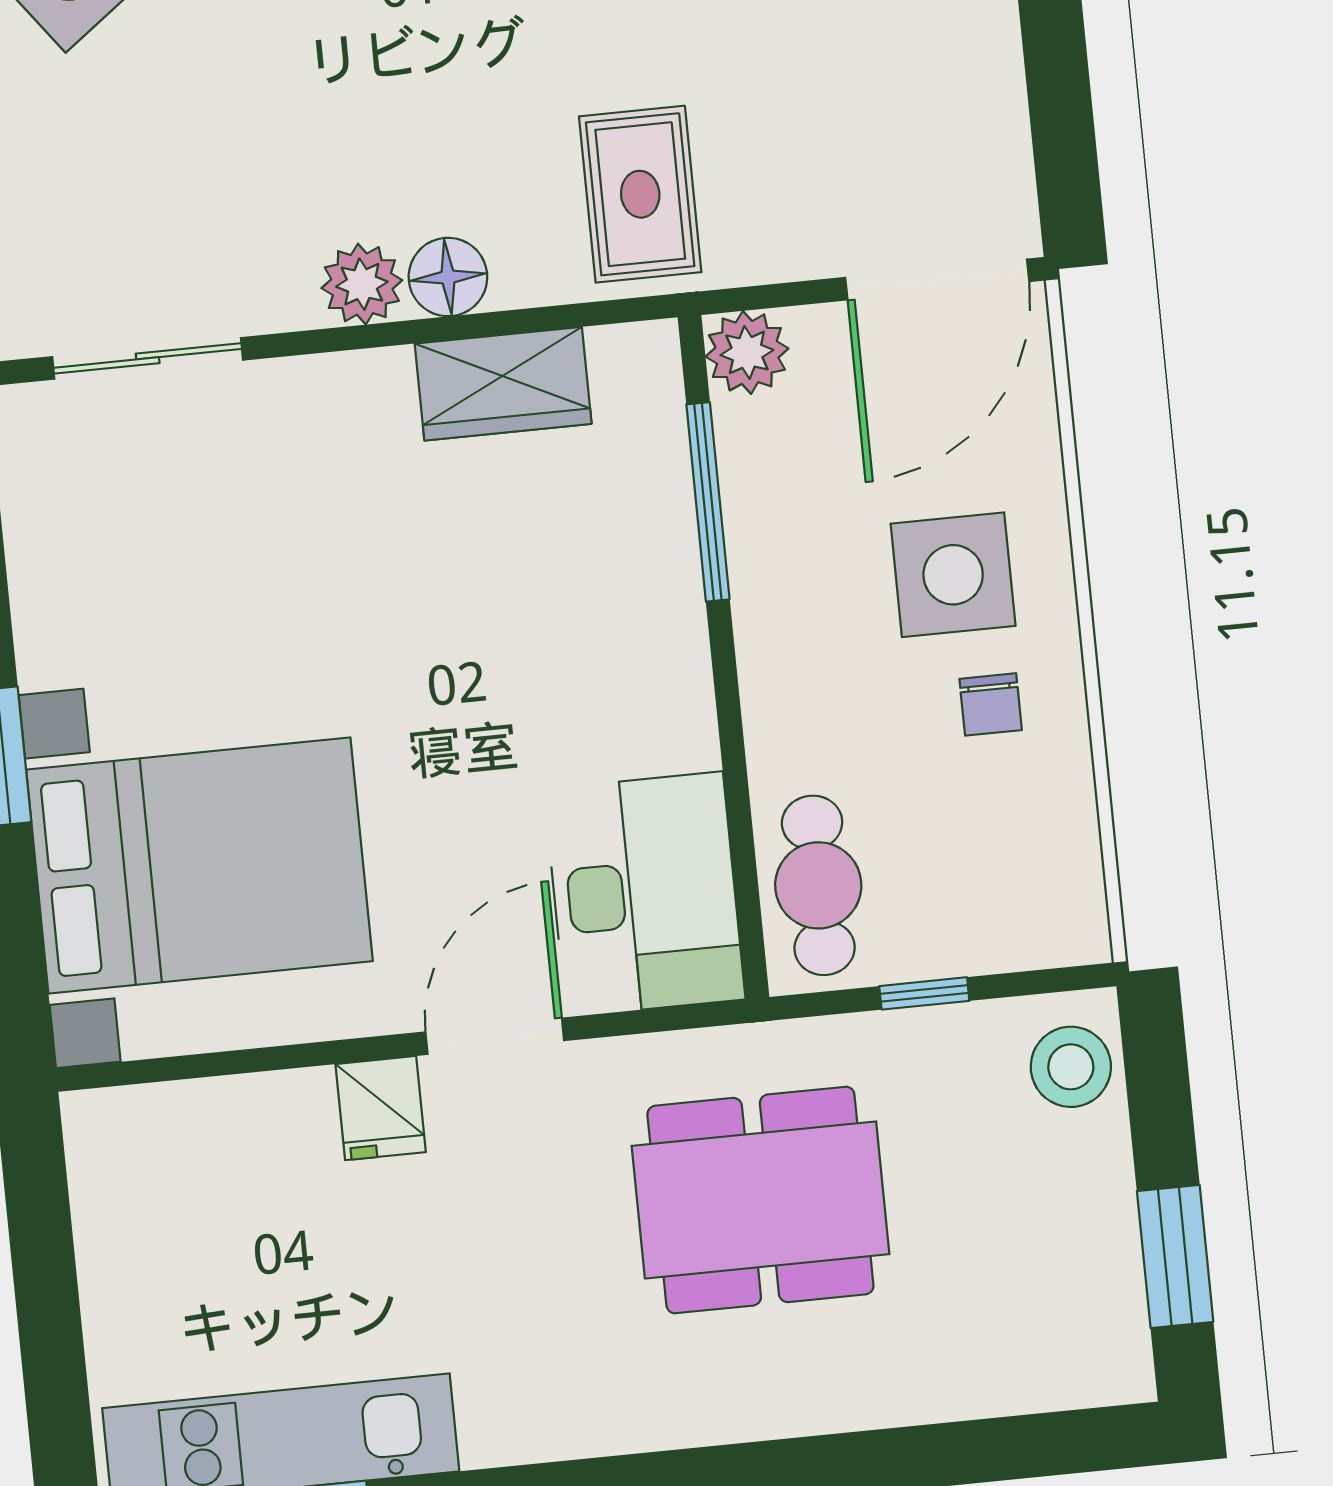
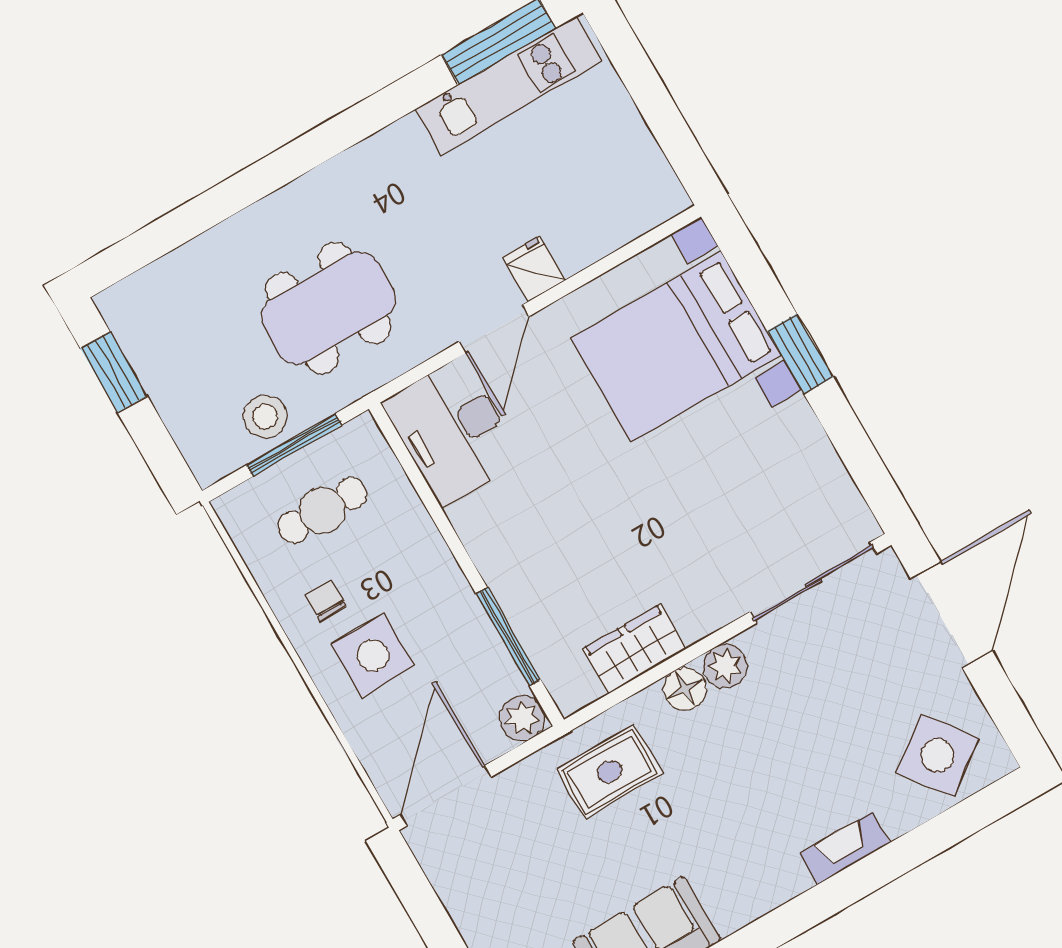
rug: (640, 194) -> (609, 772), turned 90
sliding door: (148, 358) -> (813, 583), width x1.37
cafe table: (818, 885) -> (322, 510), moved, turned 90
window: (924, 993) -> (294, 445), width x2.17
stool: (1071, 1067) -> (265, 417), moved

